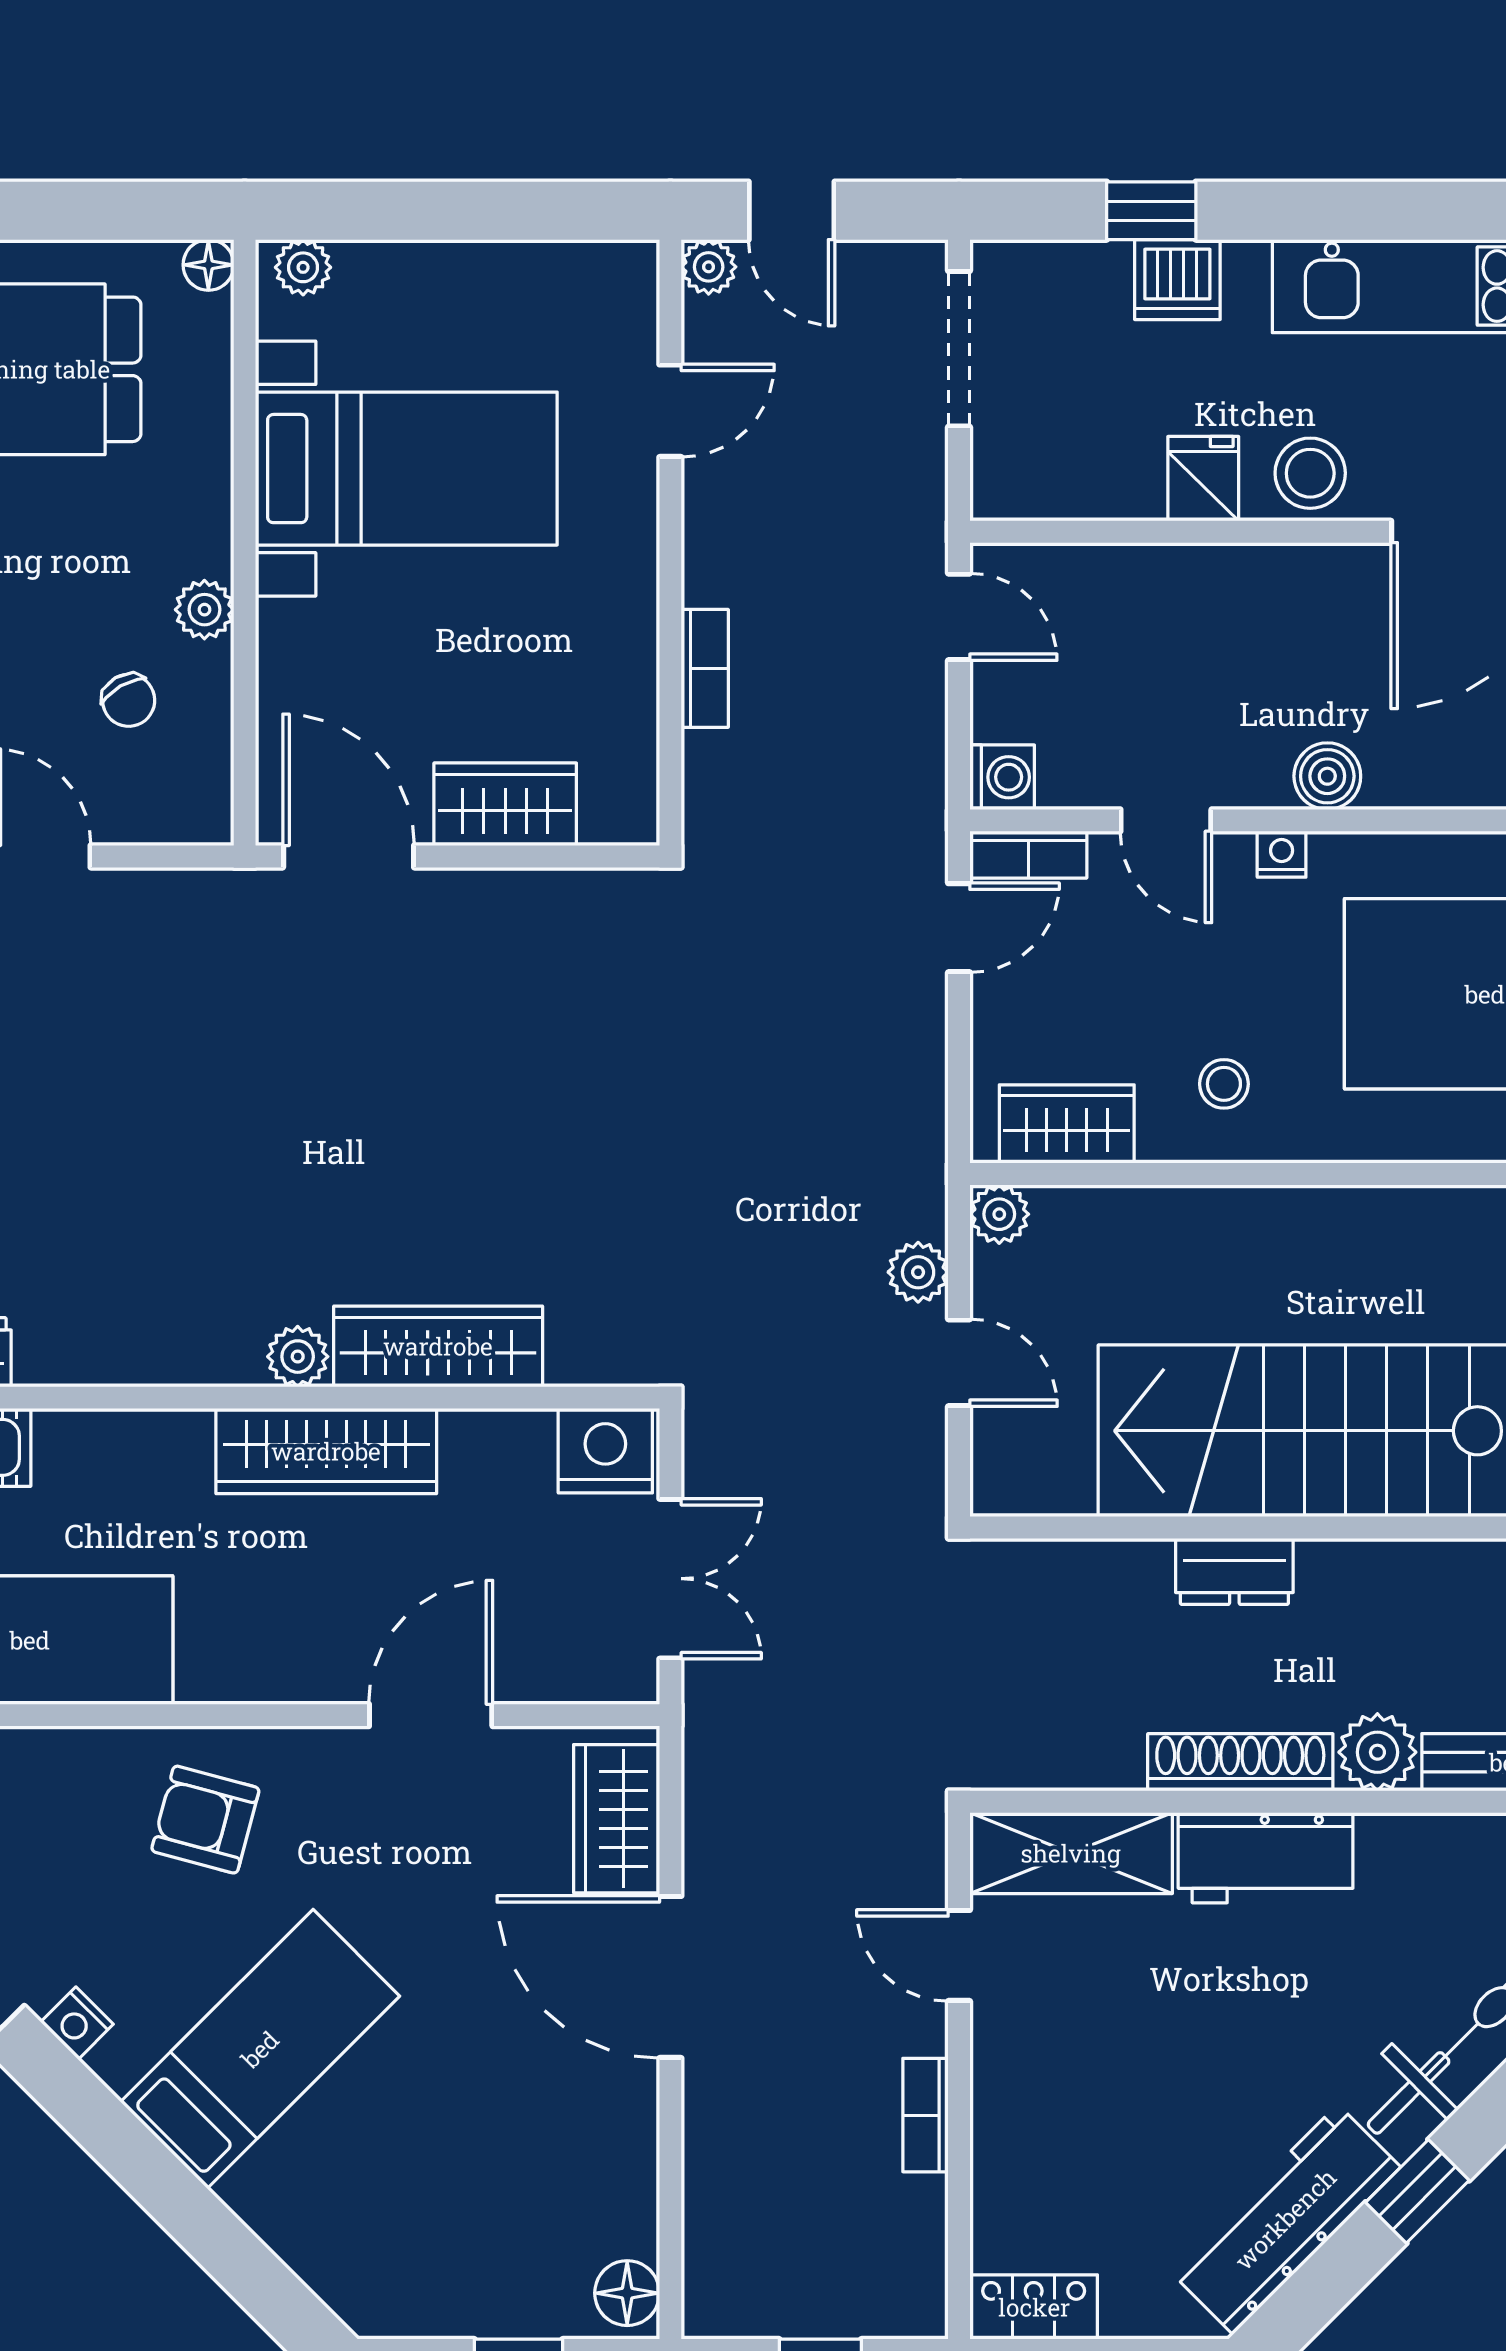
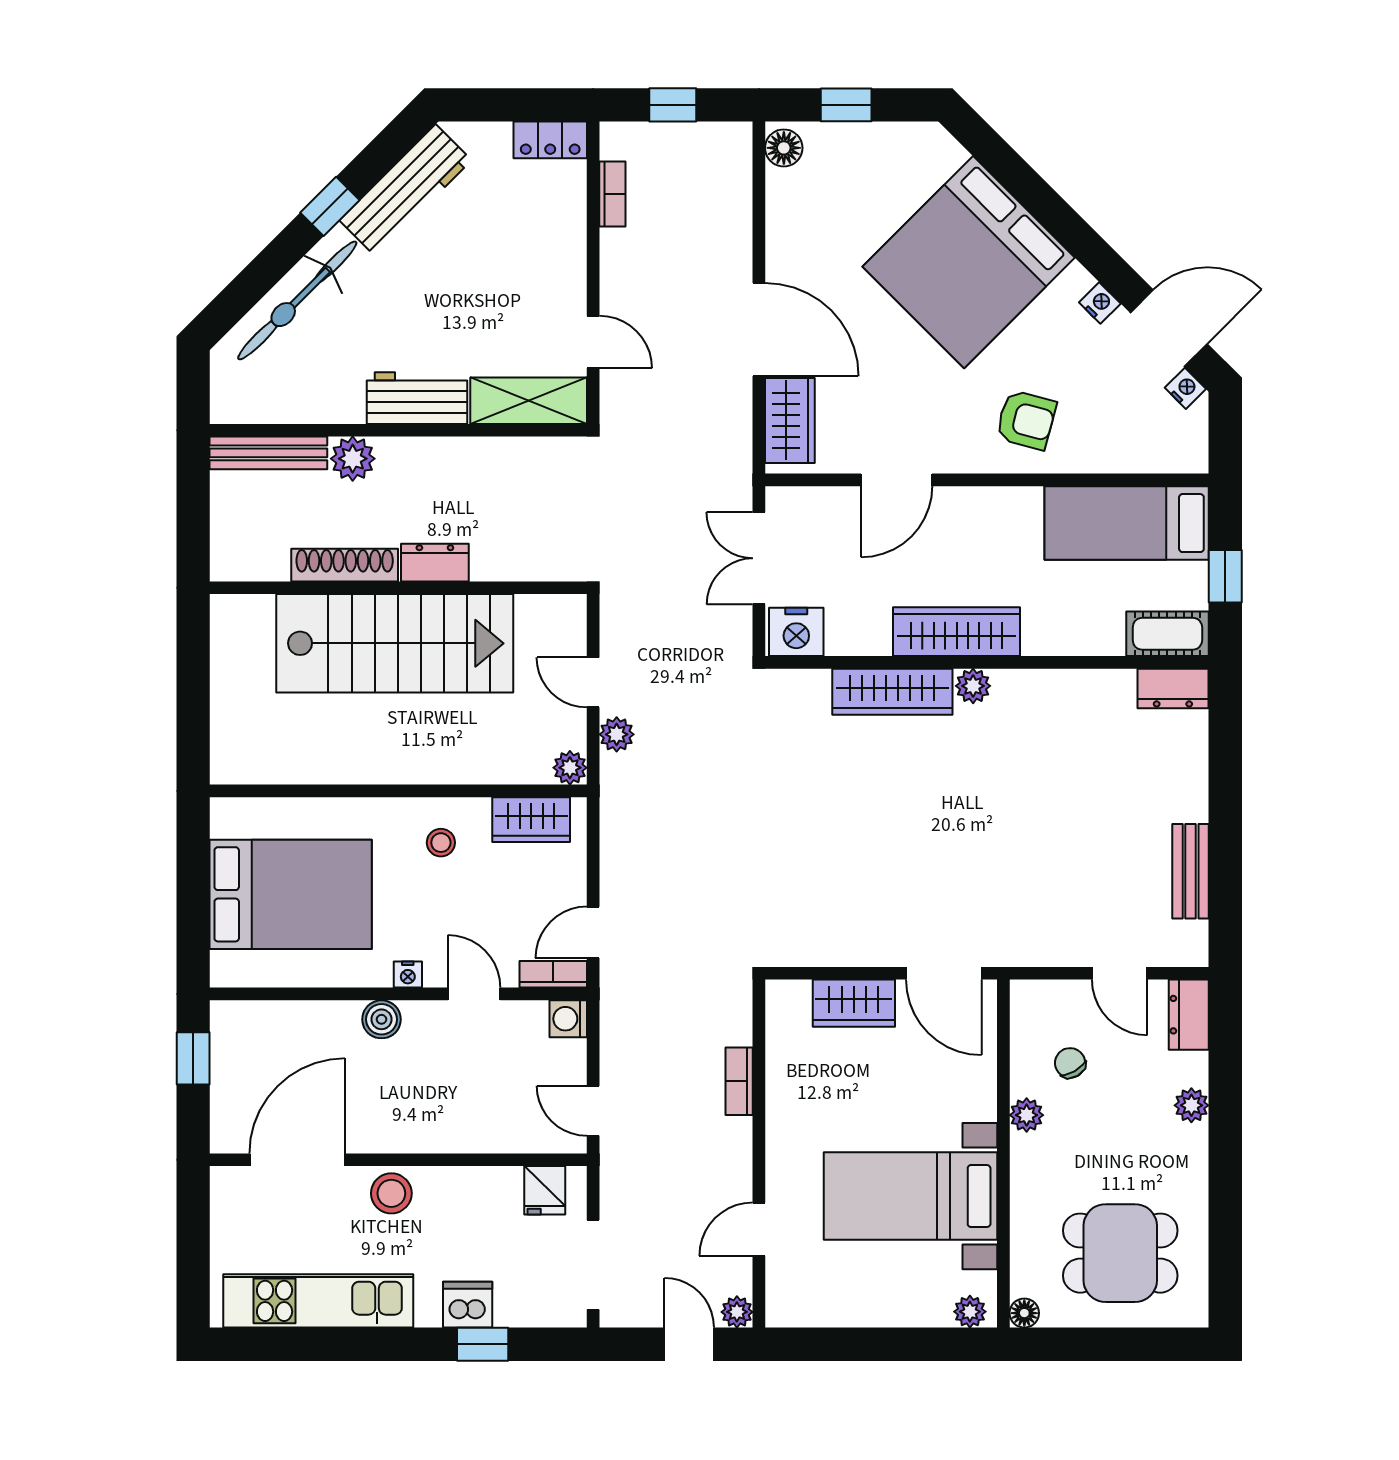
fridge: (1203, 479) -> (545, 1190), moved
shoe rack: (1240, 1762) -> (345, 565), moved, turned 180
bed: (260, 2049) -> (969, 262), width x2.04
bookcase: (925, 2115) -> (612, 194), moved

